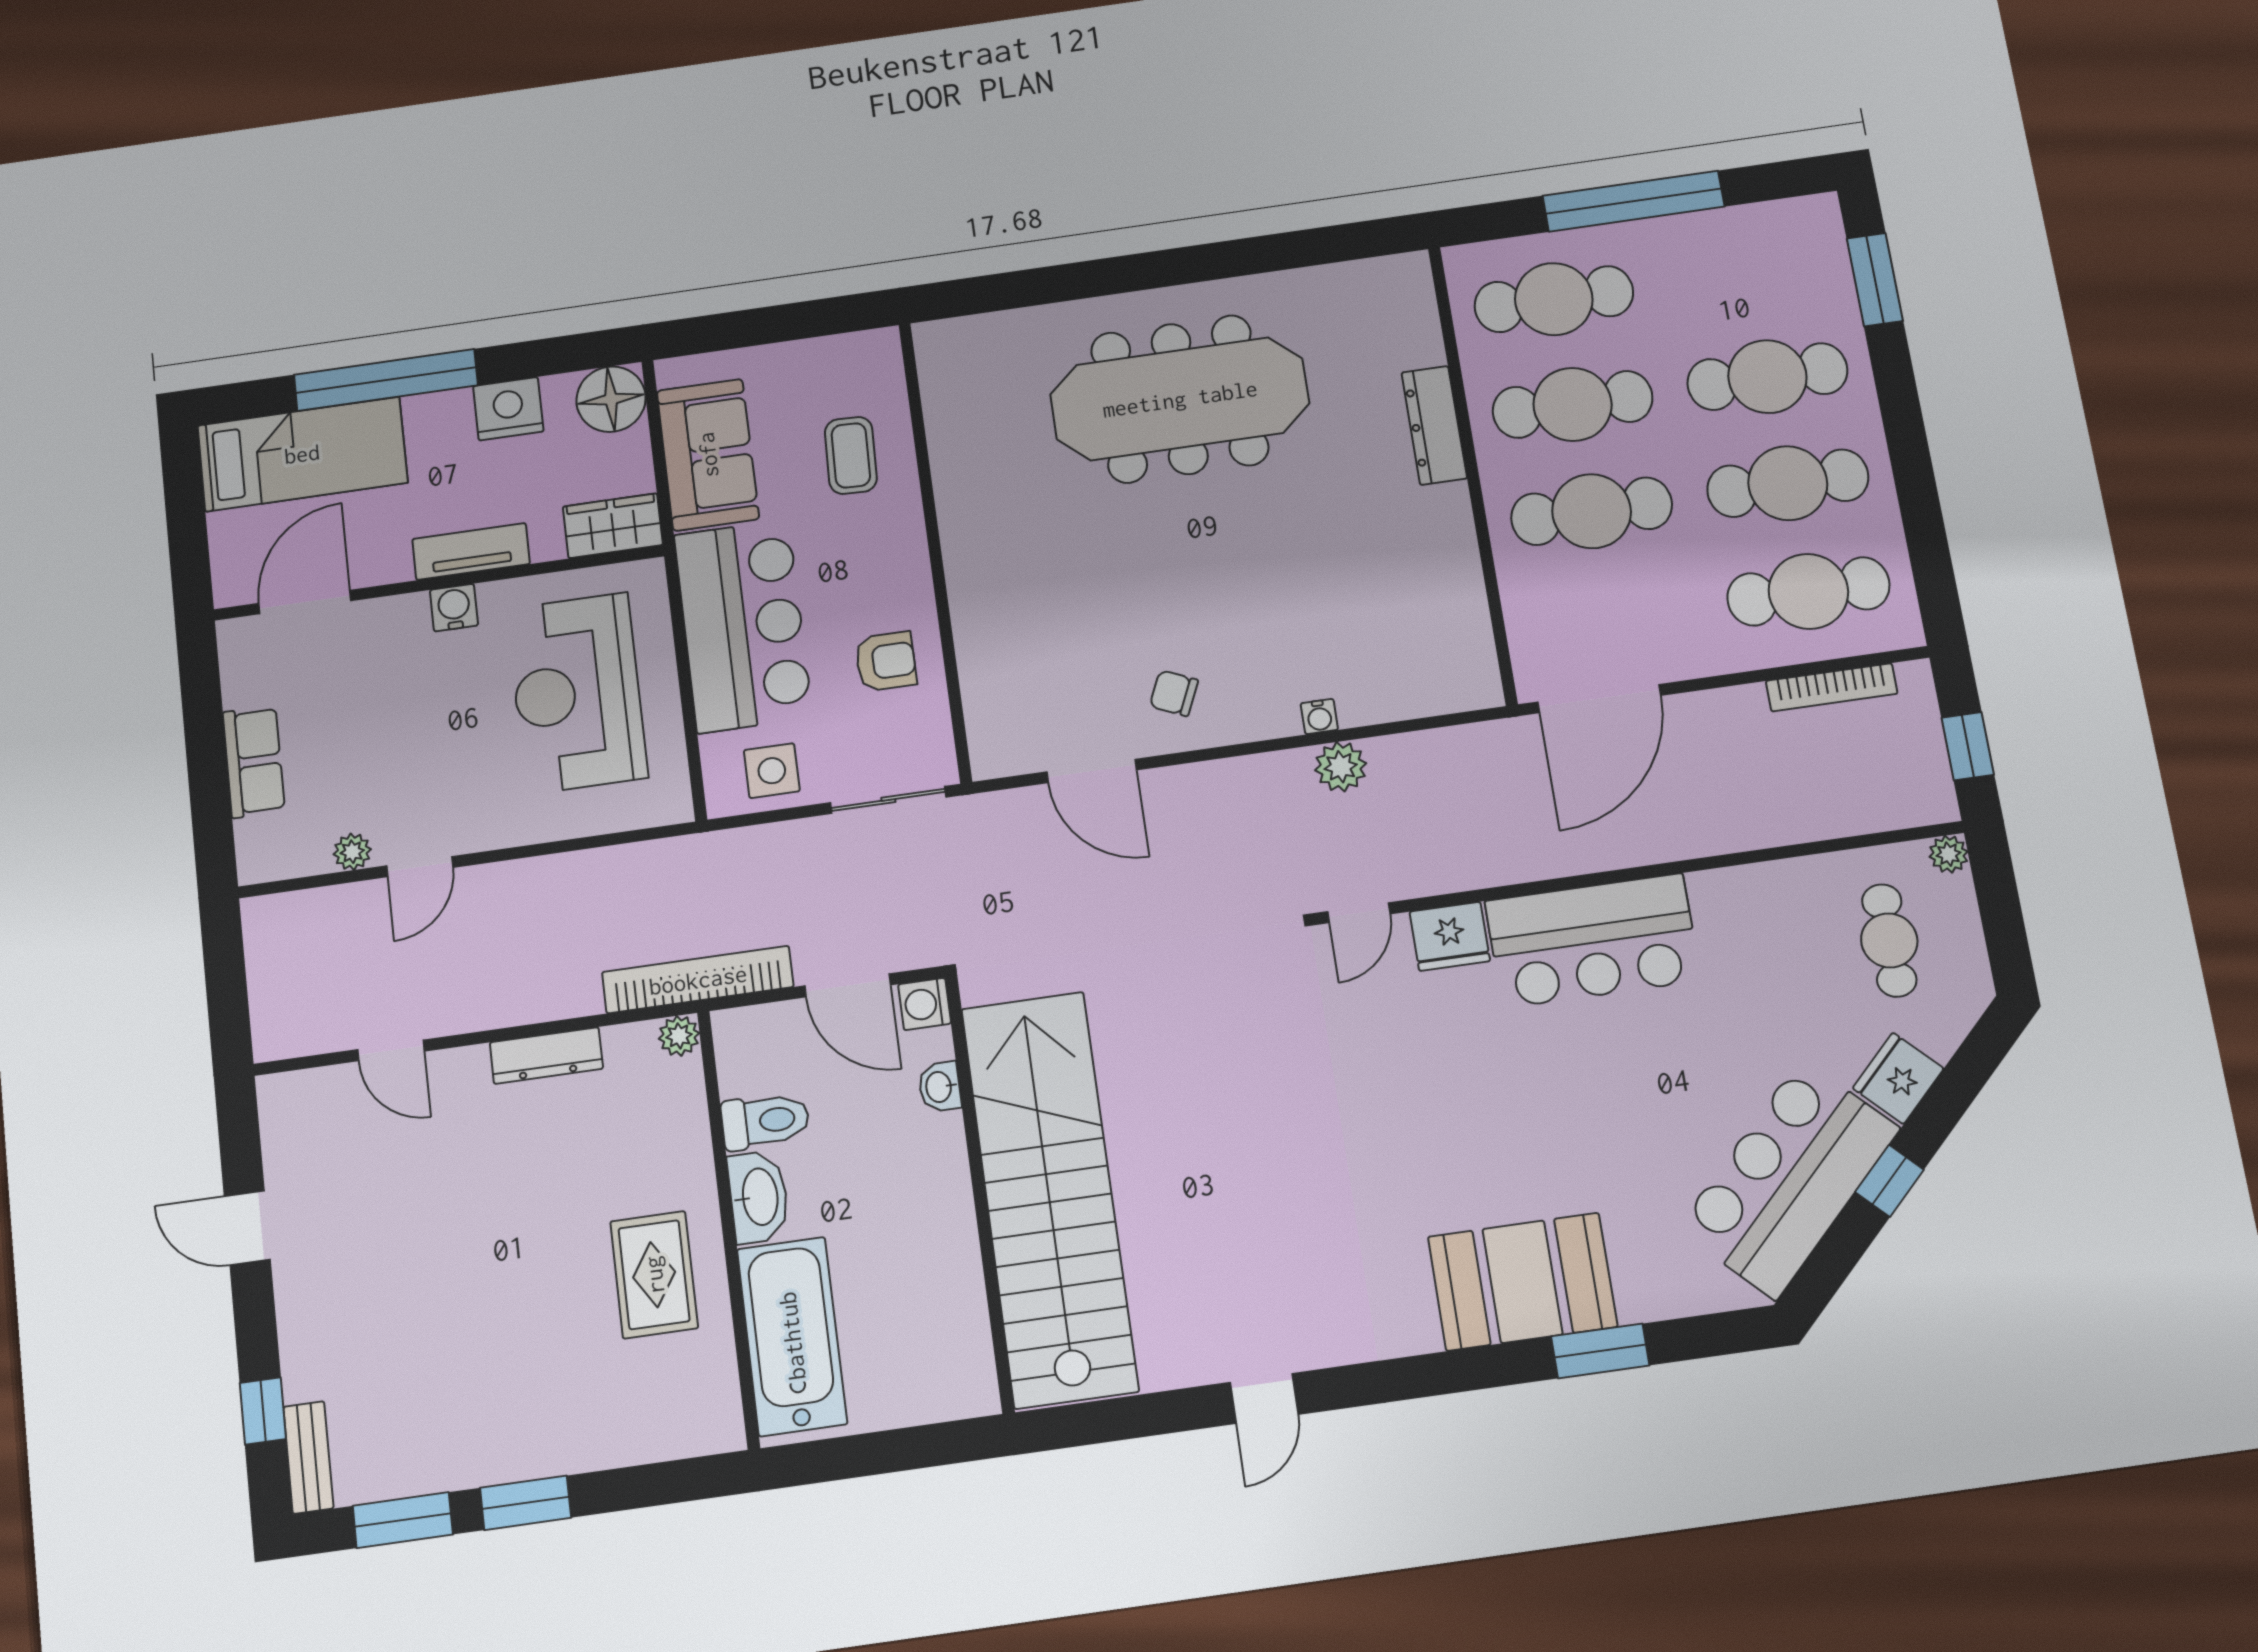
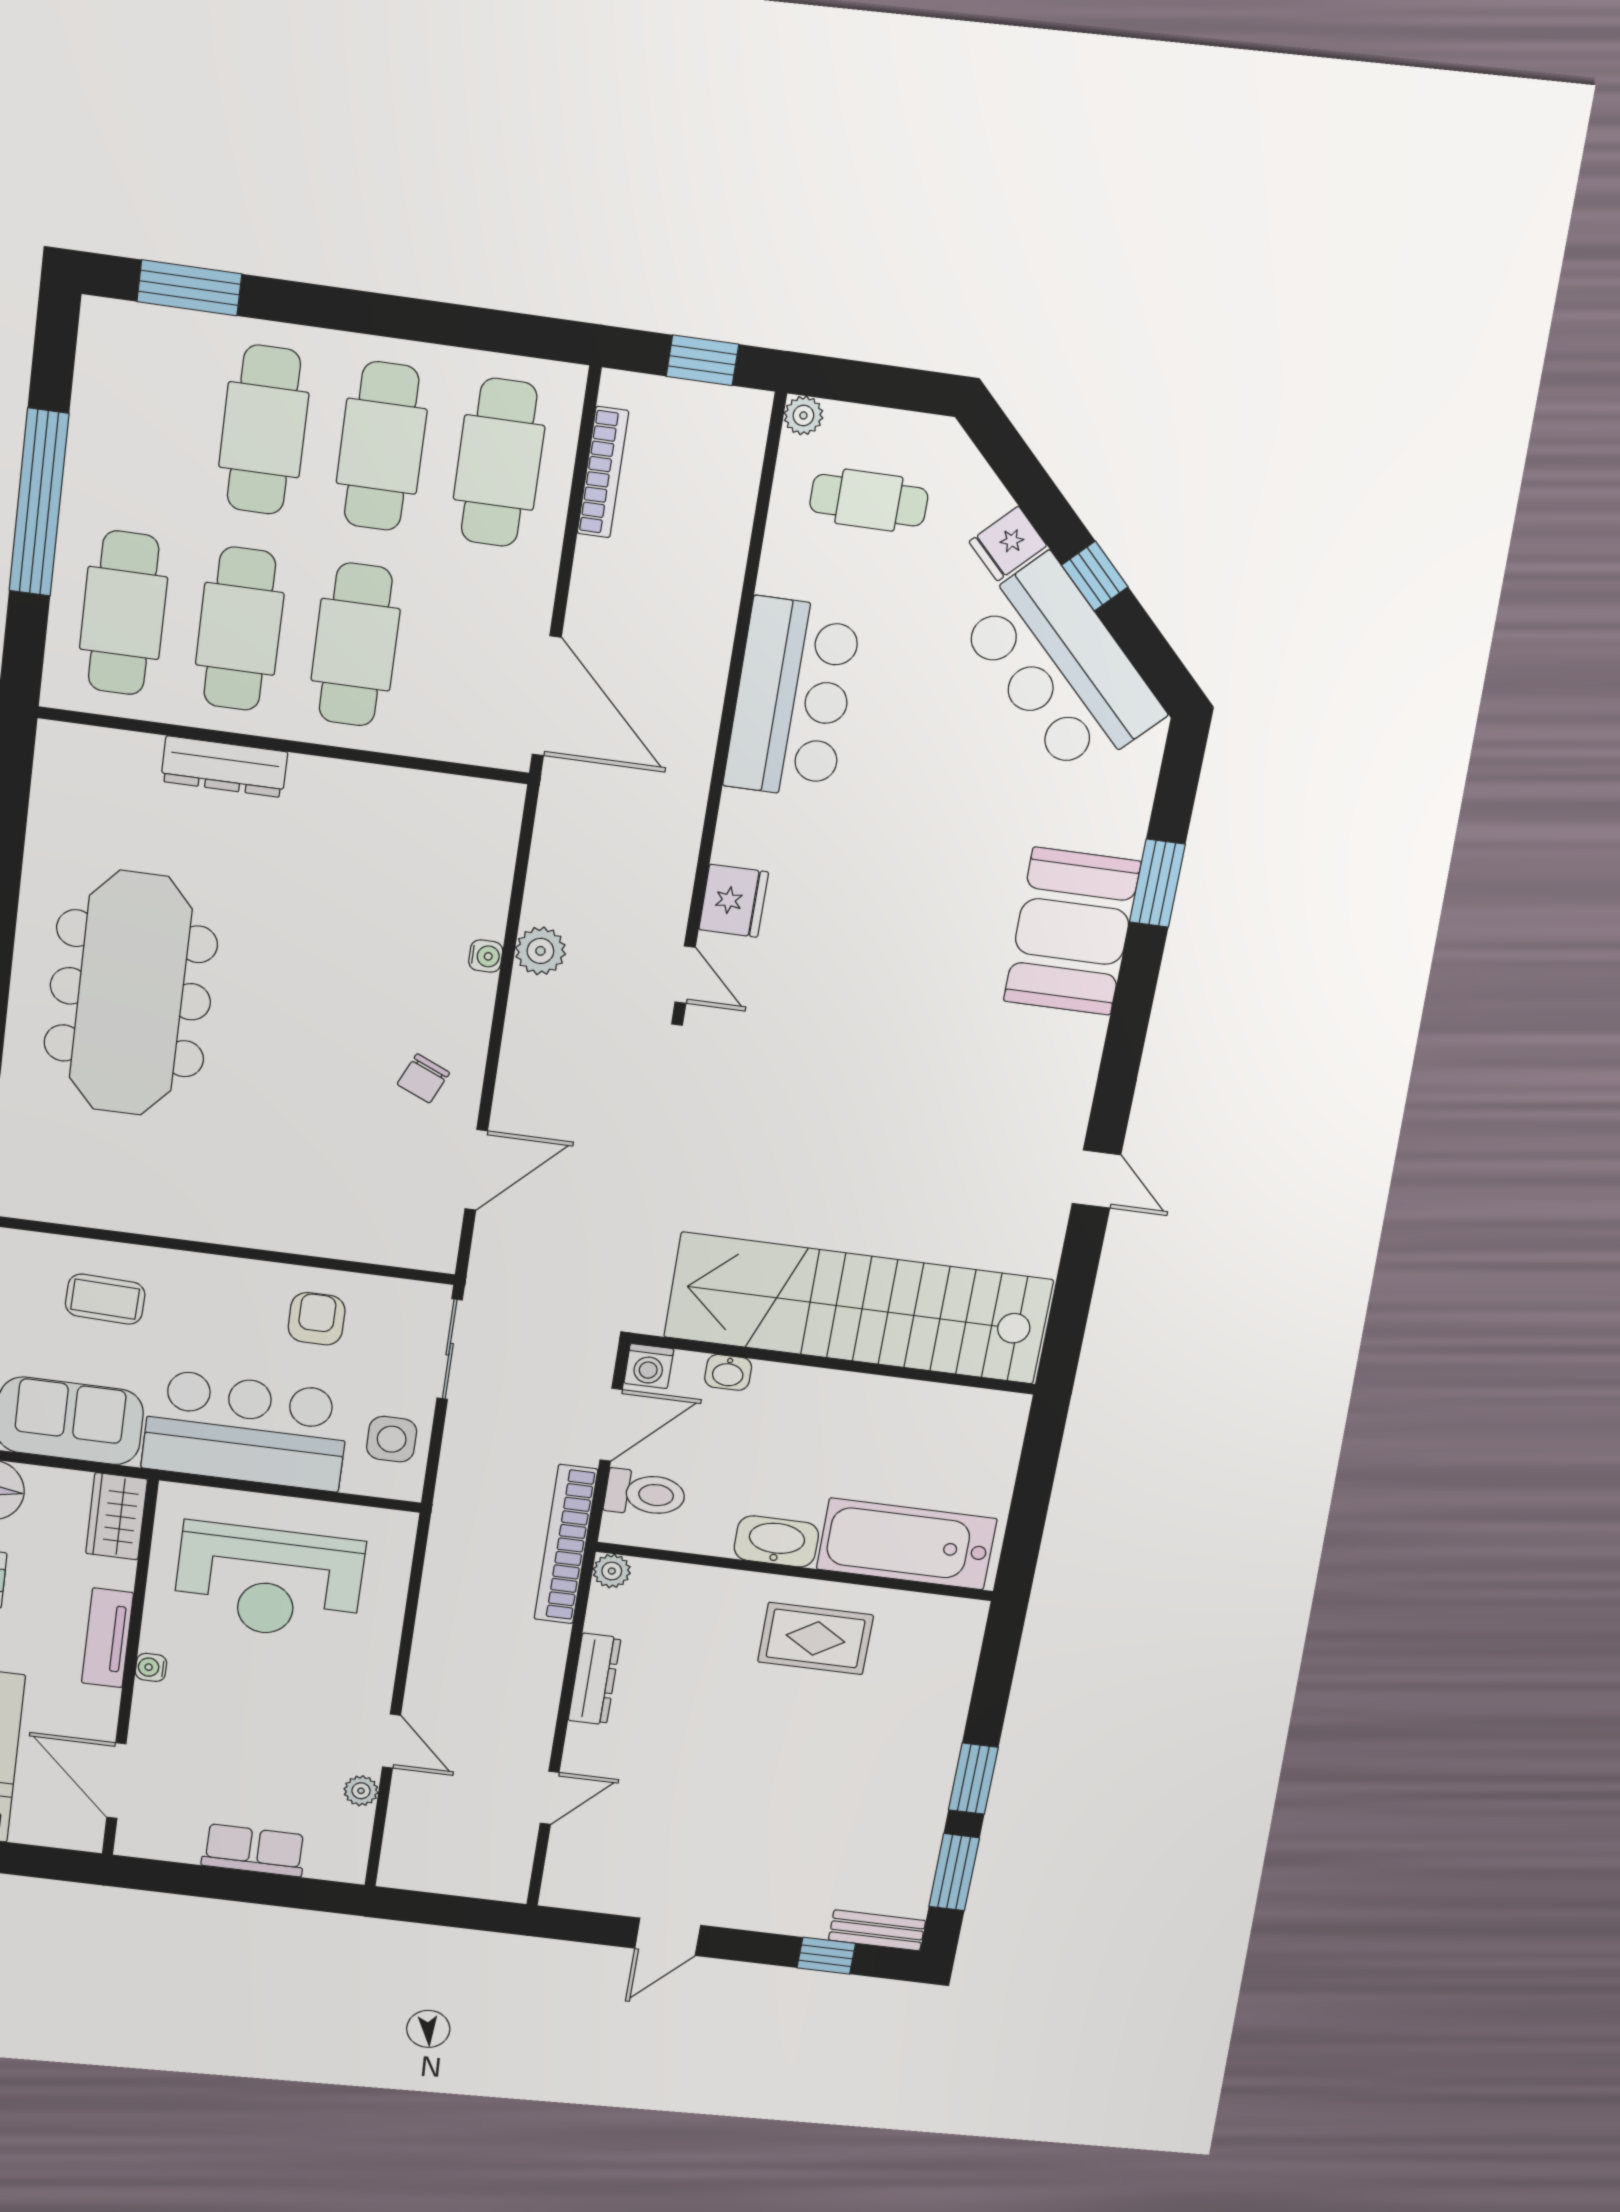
water cooler: (454, 608) -> (151, 1667), width x0.72, depth x0.72
bar counter: (1593, 941) -> (792, 698), moved
fridge: (1898, 1078) -> (1008, 544), width x0.72
toilet: (765, 1121) -> (645, 1494), moved, turned 90

